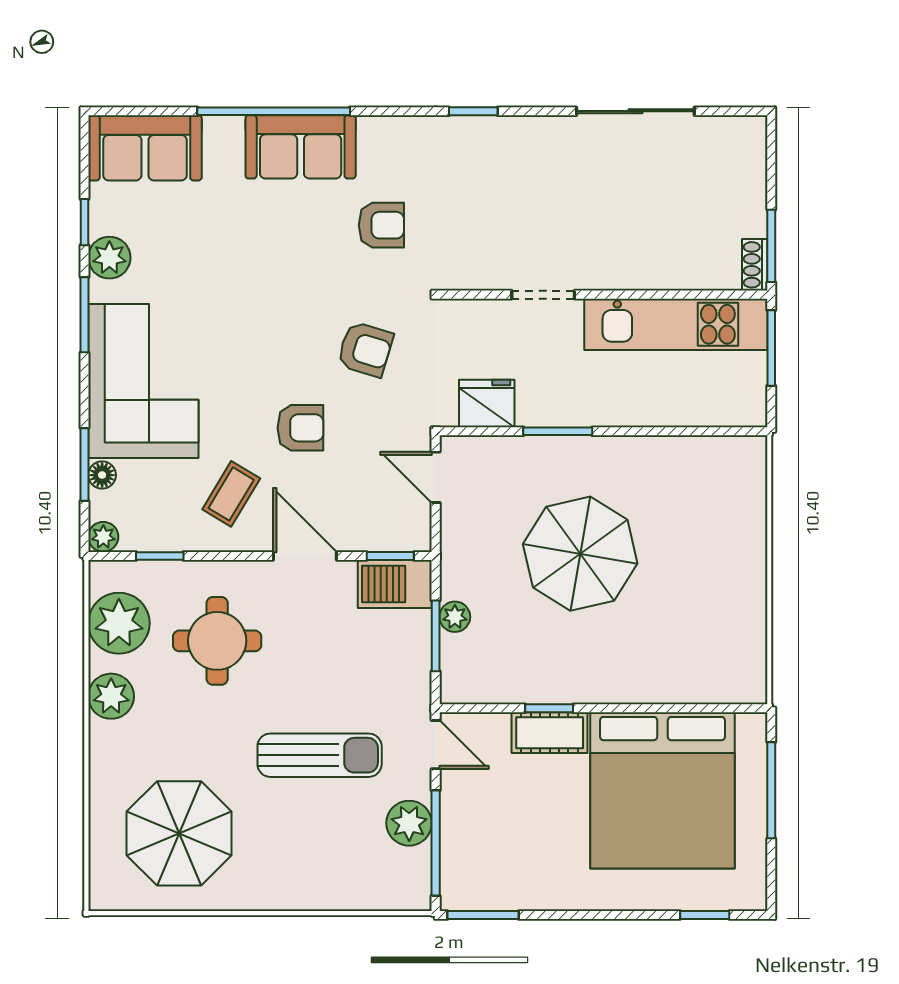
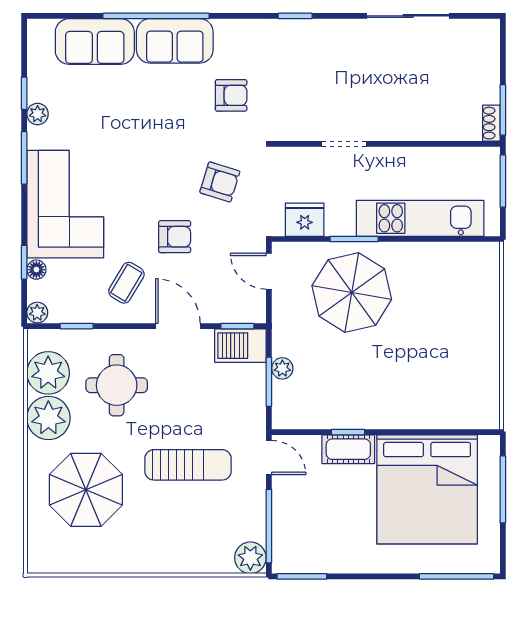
sofa: (145, 148) -> (95, 42), moved
plant: (109, 258) -> (38, 114), width x0.73, depth x0.73
kitchen unit: (676, 324) -> (420, 218), moved, turned 180
window: (84, 464) -> (24, 262), width x0.67
parasol: (580, 554) -> (352, 293), moved
plant: (111, 696) -> (48, 418), width x1.36, depth x1.36
plant: (409, 823) -> (250, 558), moved
parasol: (179, 833) -> (86, 490), moved
window: (705, 915) -> (457, 576), width x2.17

